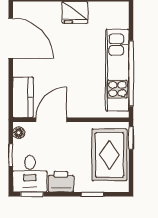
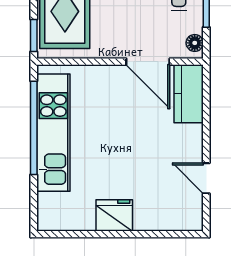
door: (11, 38) -> (206, 178), width x0.53
door: (51, 120) -> (148, 62), hinge flipped

